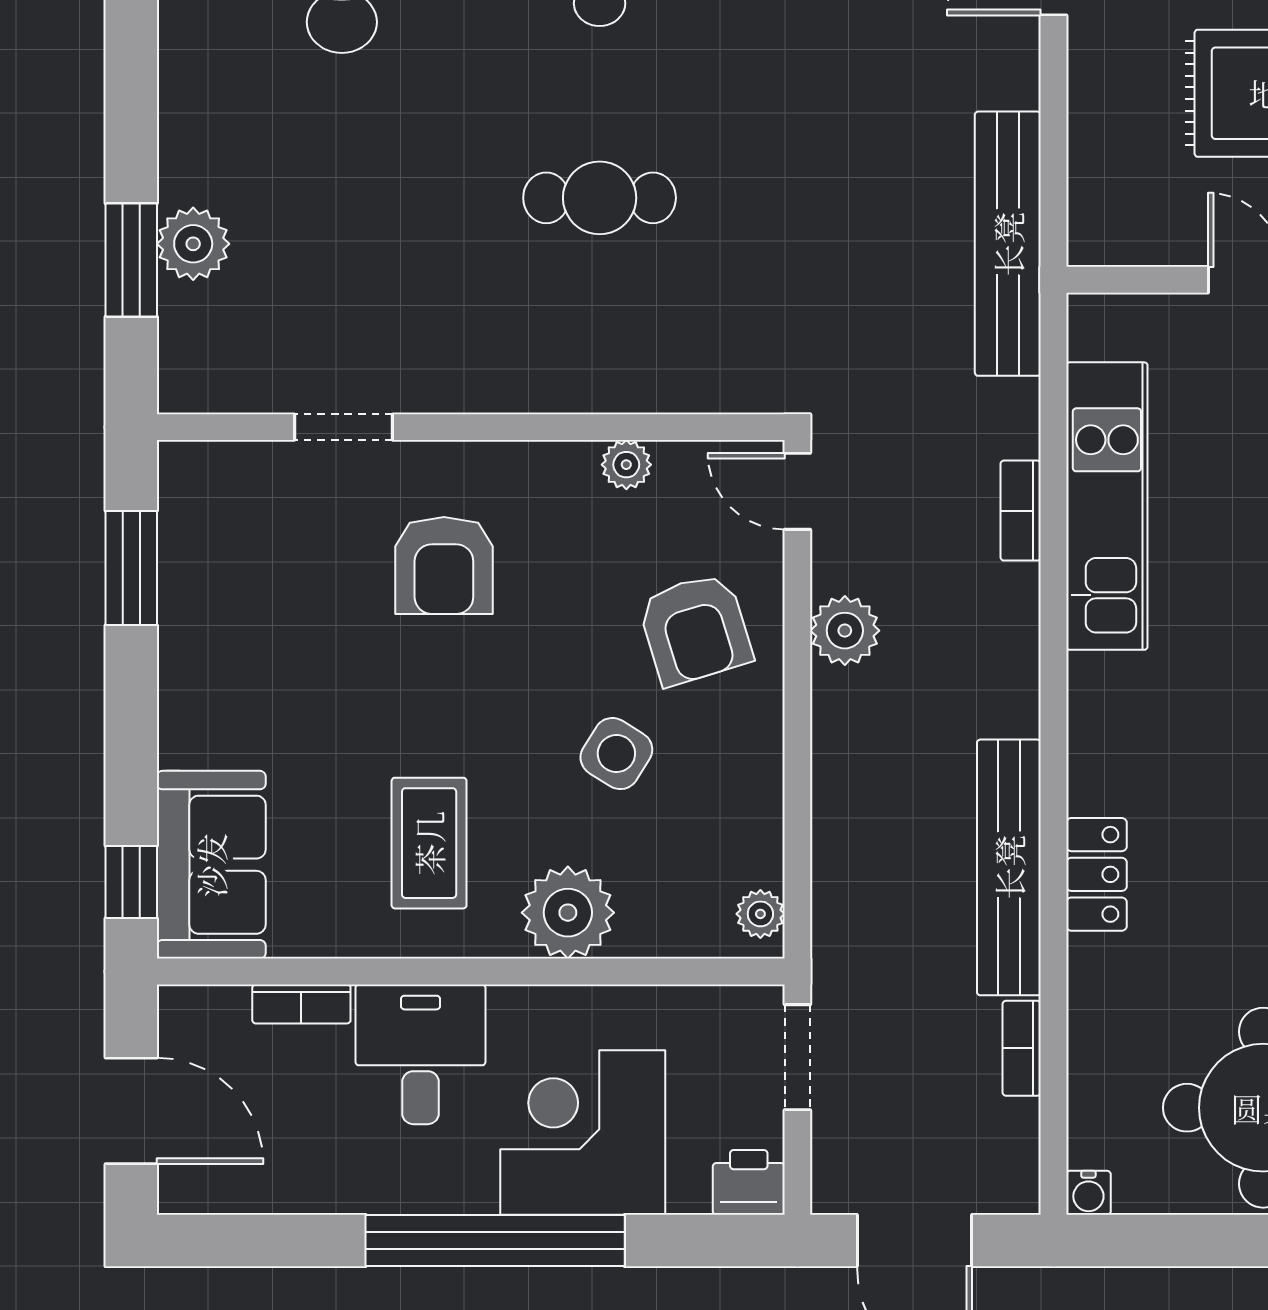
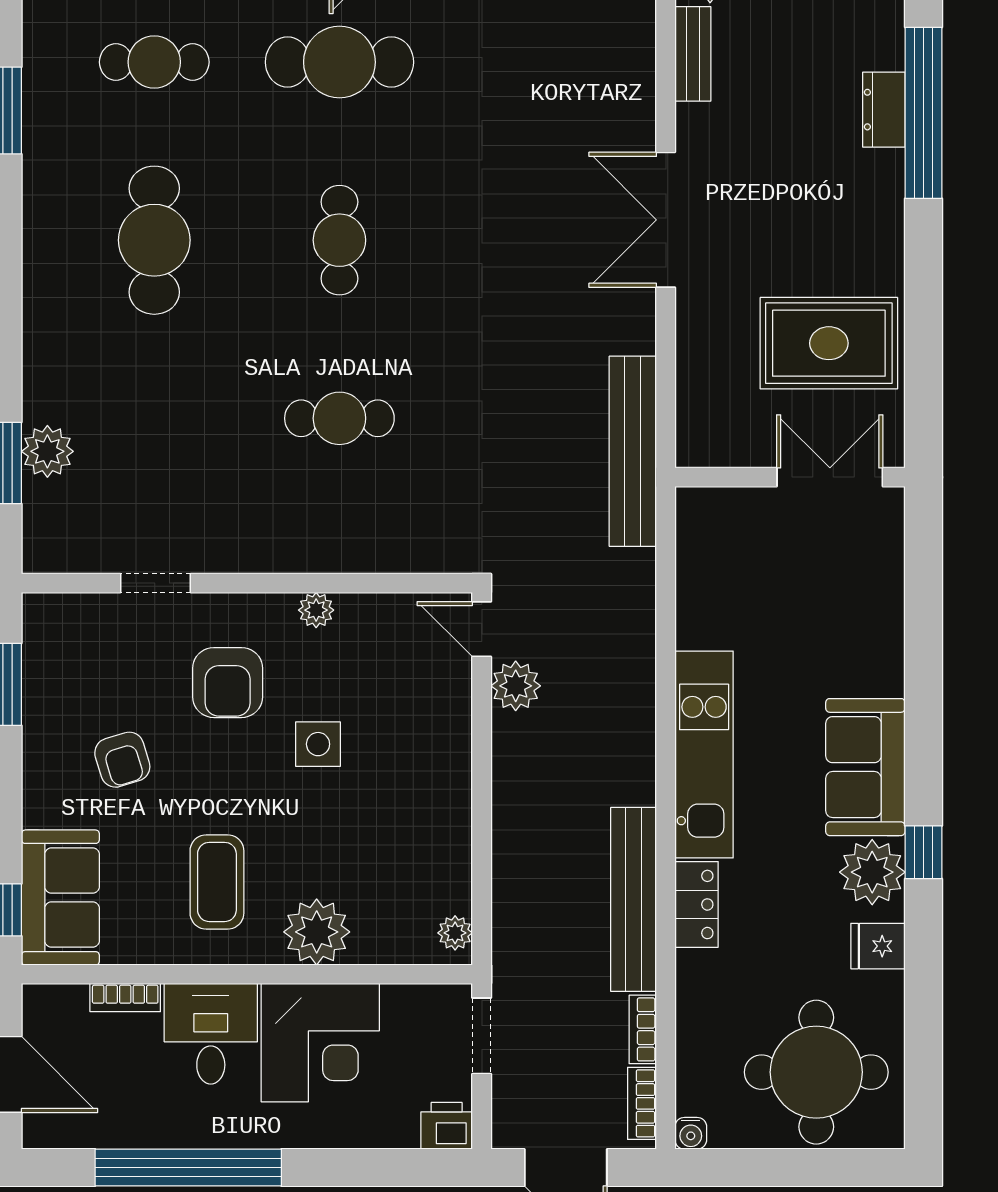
plant: (626, 465) -> (316, 610), moved
kitchen unit: (1107, 506) -> (704, 754), moved
bookcase: (1021, 511) -> (642, 1103), moved
armchair: (695, 629) -> (122, 760), moved, width x0.72, depth x0.72
plant: (845, 631) -> (516, 686), moved
side table: (616, 754) -> (318, 744), moved, turned -32
corner desk: (583, 1133) -> (320, 1043), moved, turned 180
window: (495, 1241) -> (188, 1168), moved

